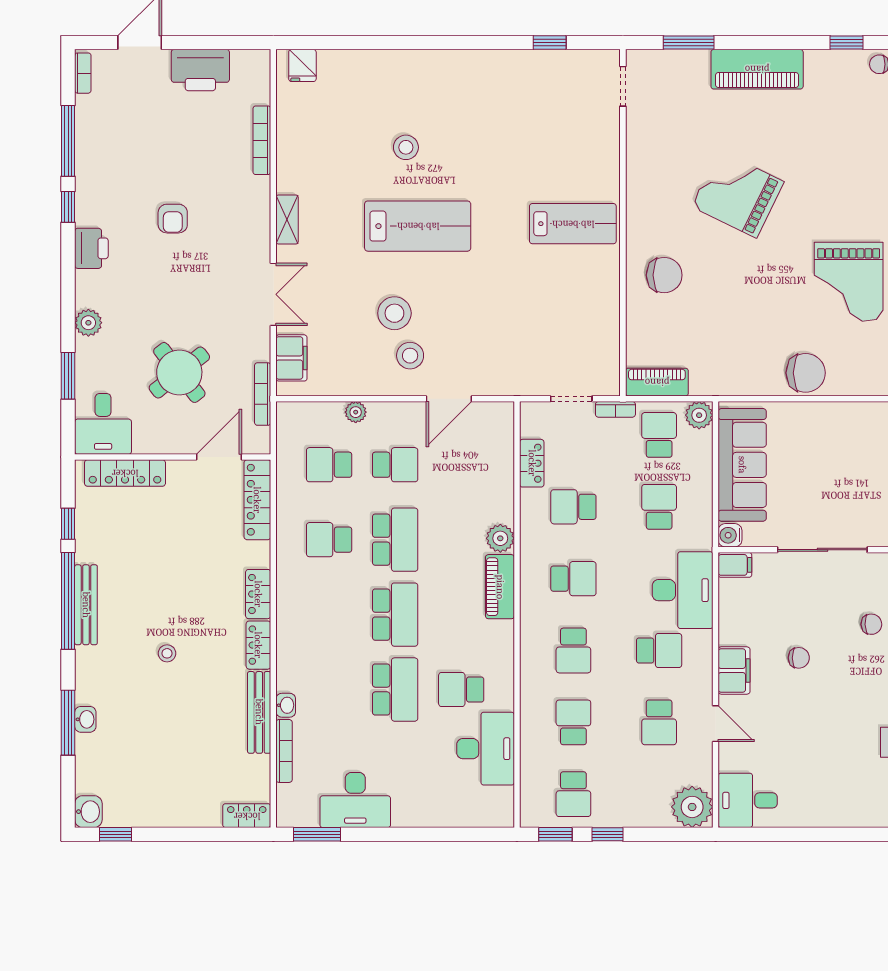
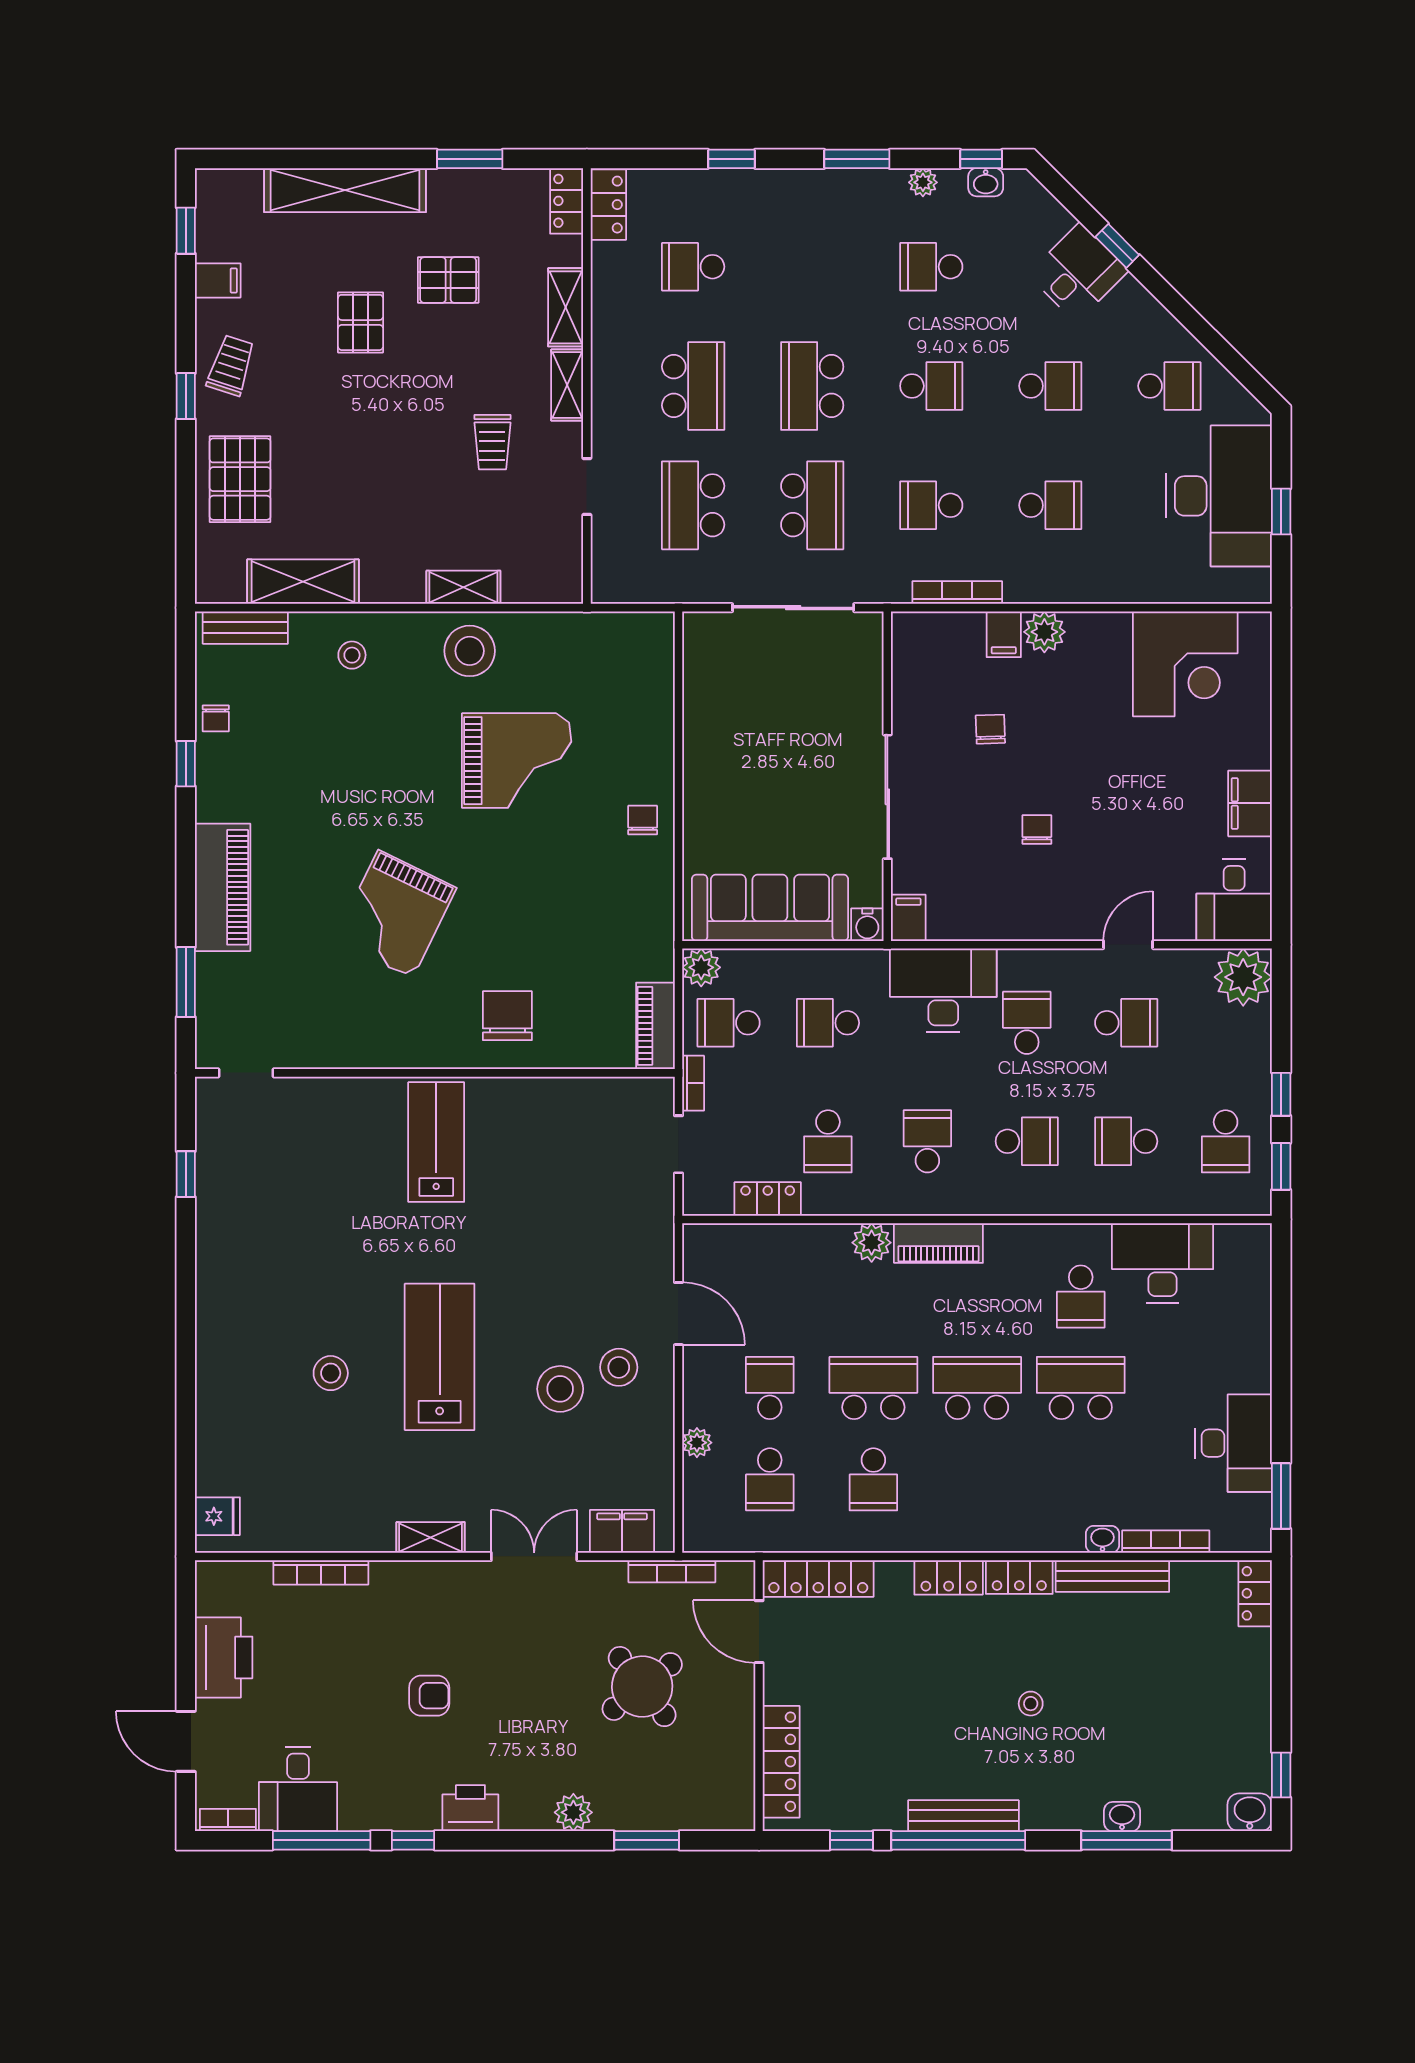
chair: (806, 373) -> (643, 820), width x0.54, depth x0.54
desk: (103, 424) -> (298, 1789), moved, turned 90
filing cabinet: (734, 671) -> (1250, 803), moved, turned -90
school desk: (573, 794) -> (1226, 1141), turned 90

